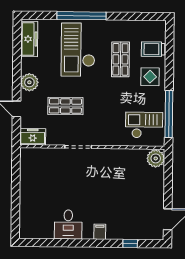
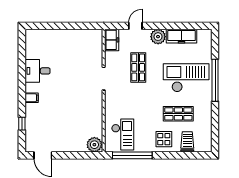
freezer: (29, 39) -> (182, 36), moved

